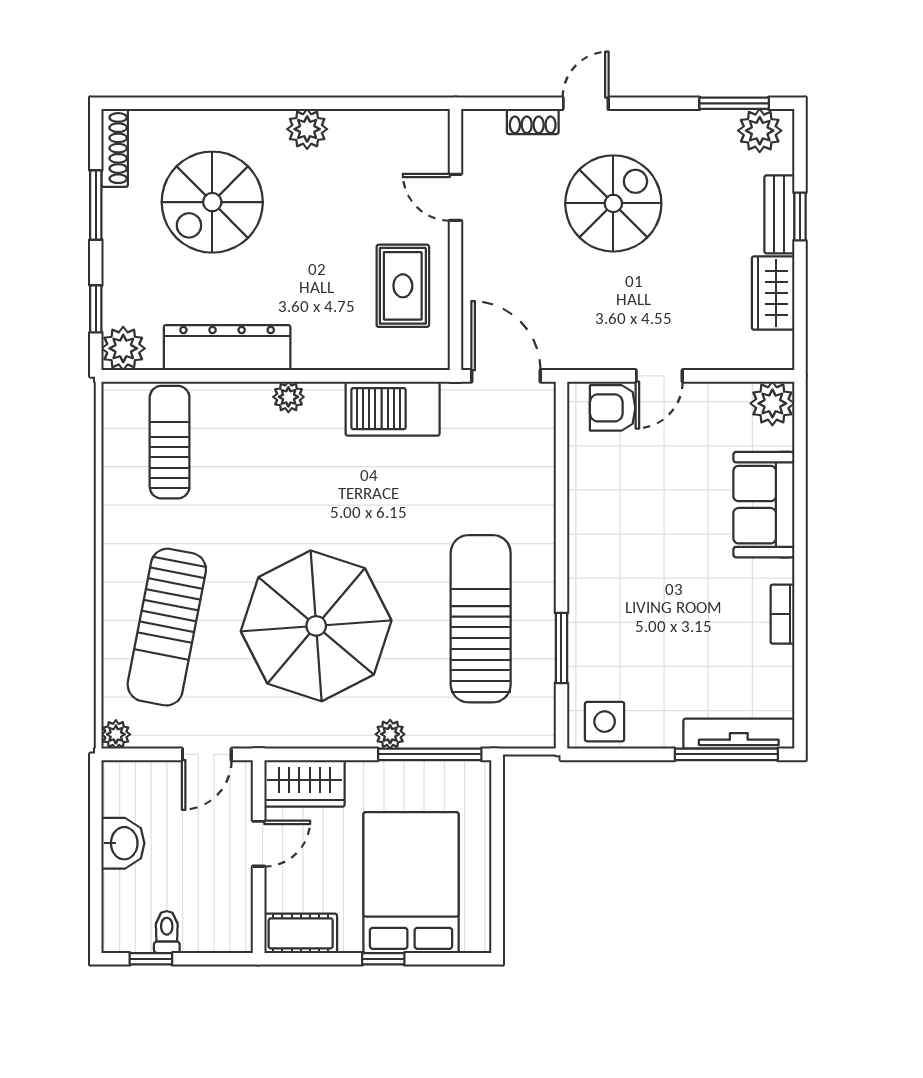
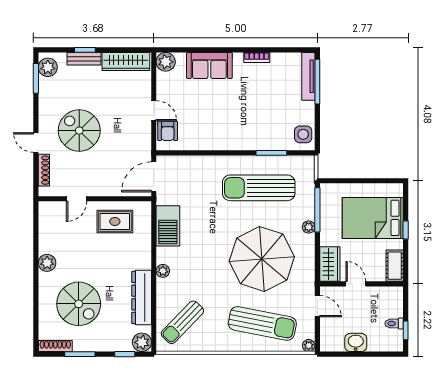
shoe rack: (533, 122) -> (44, 170), width x1.43
wardrobe: (773, 293) -> (126, 62), width x1.50
sun lounger: (170, 442) -> (182, 322), turned -46

